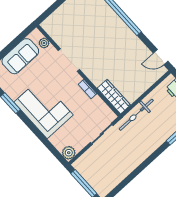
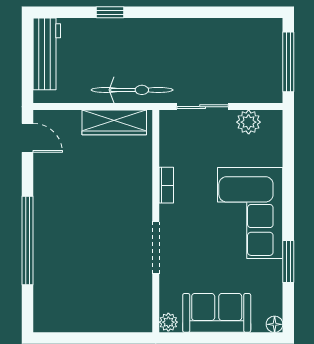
plant: (44, 43) -> (168, 322), moved
wardrobe: (114, 97) -> (114, 122), moved, turned -90
plant: (69, 153) -> (249, 122), moved

